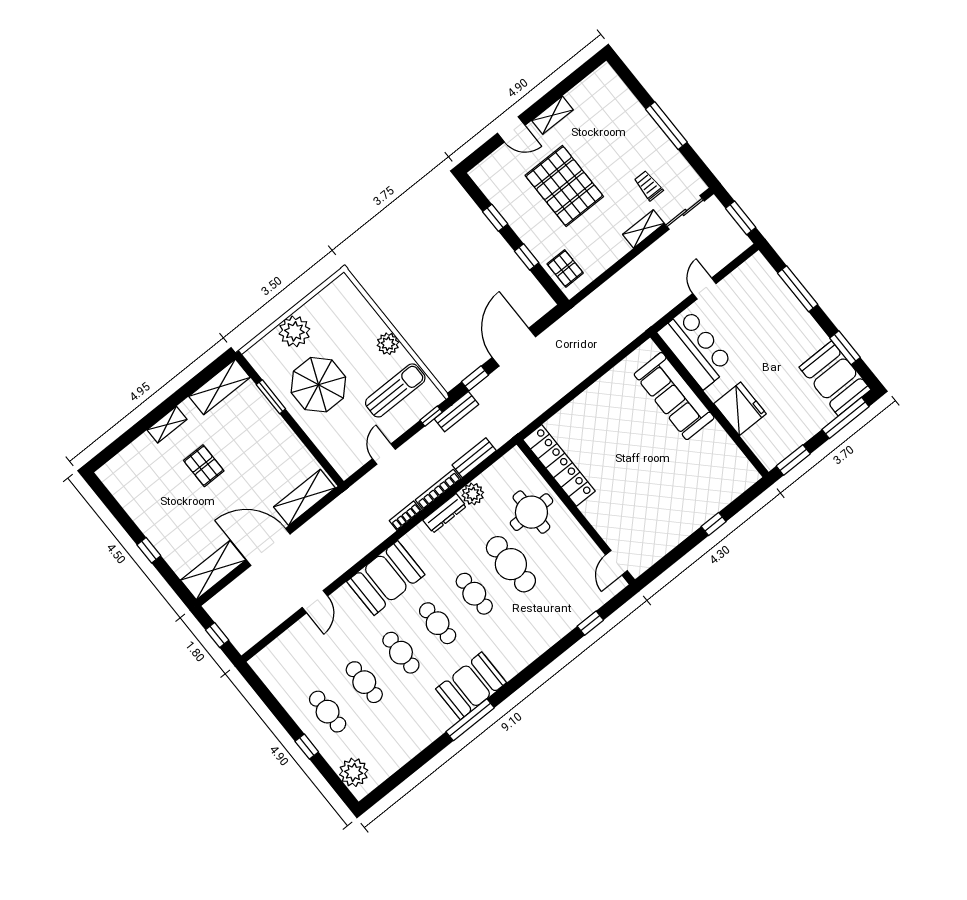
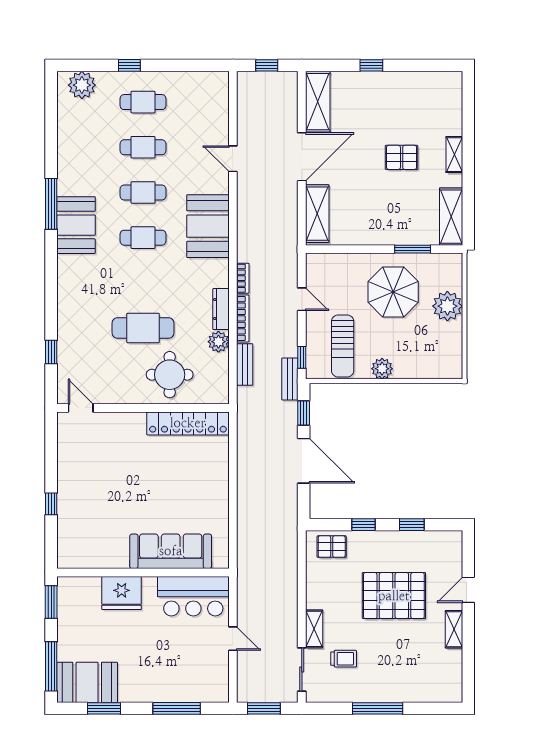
cafe table: (474, 594) -> (143, 283), removed

